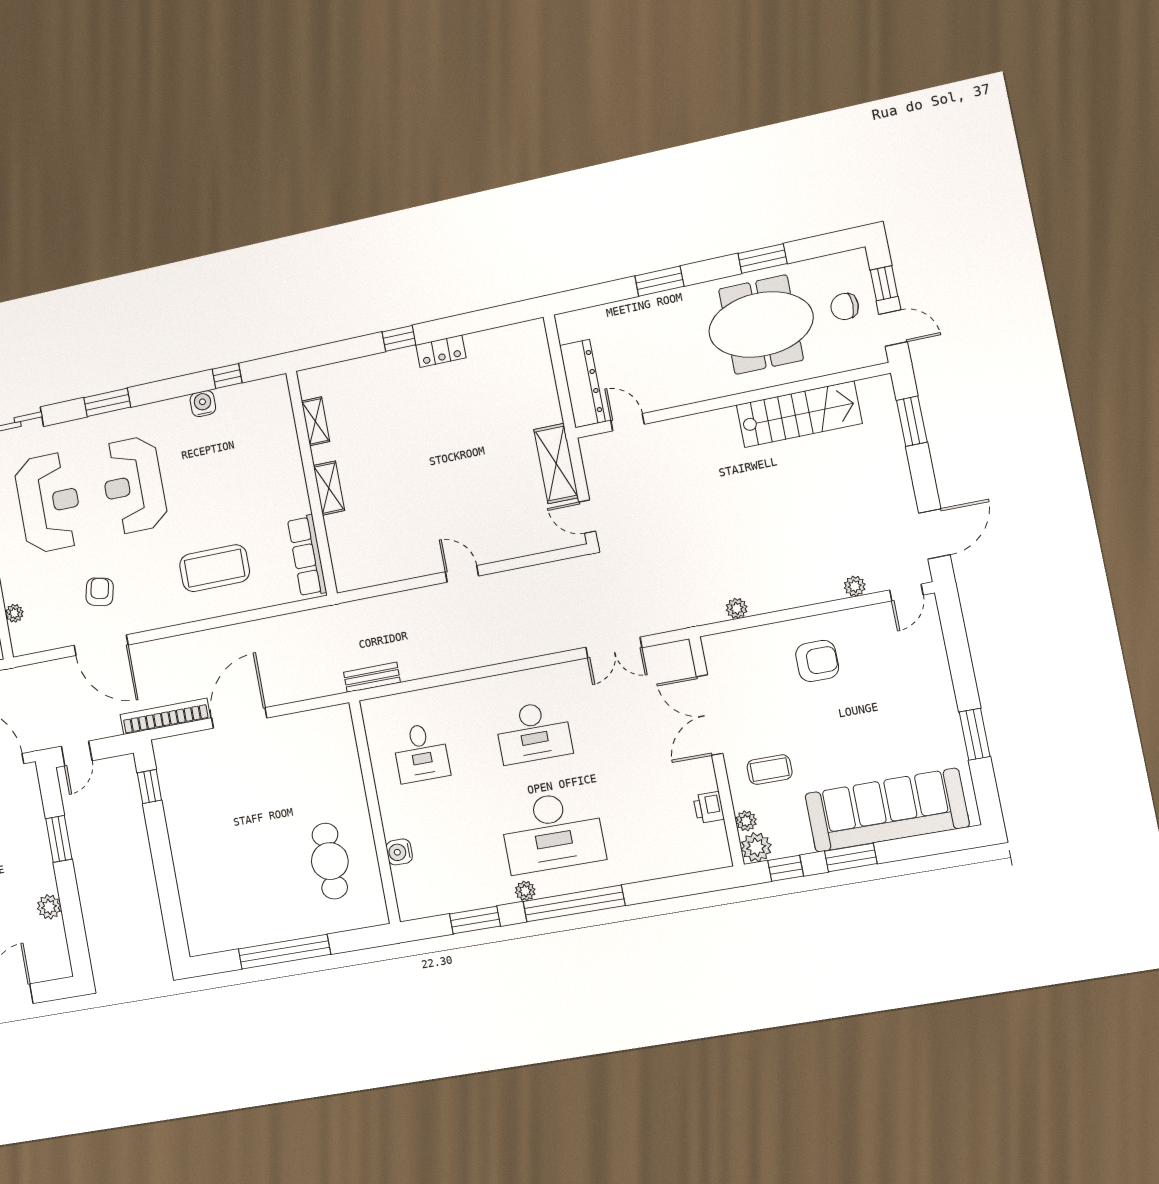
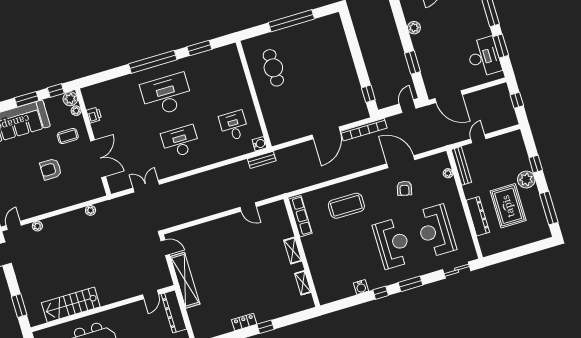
window: (227, 376) -> (381, 293), moved
door: (628, 422) -> (151, 295), hinge flipped
shelving: (556, 464) -> (185, 280), width x1.47
door: (462, 574) -> (248, 207), moved
armchair: (817, 661) -> (51, 169), moved
water cooler: (399, 852) -> (259, 144), moved
plant: (525, 891) -> (177, 65), removed

